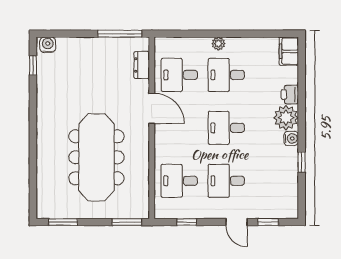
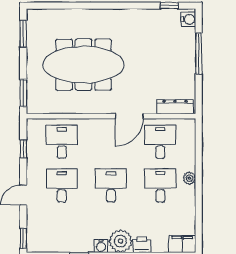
window: (120, 34) -> (199, 54), moved
dresser: (142, 65) -> (175, 107), width x1.44
window: (268, 222) -> (23, 238), moved

